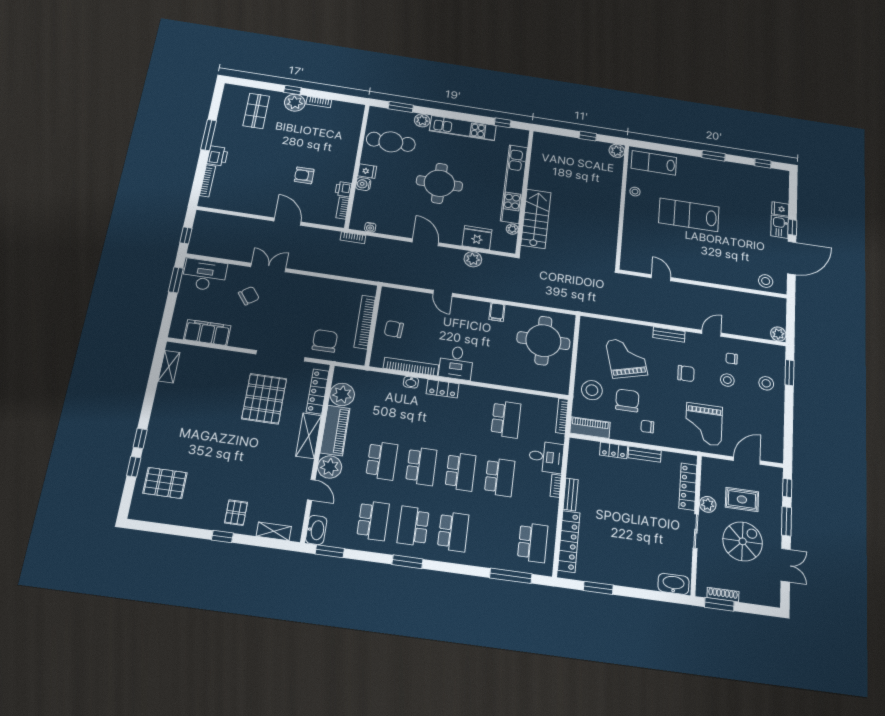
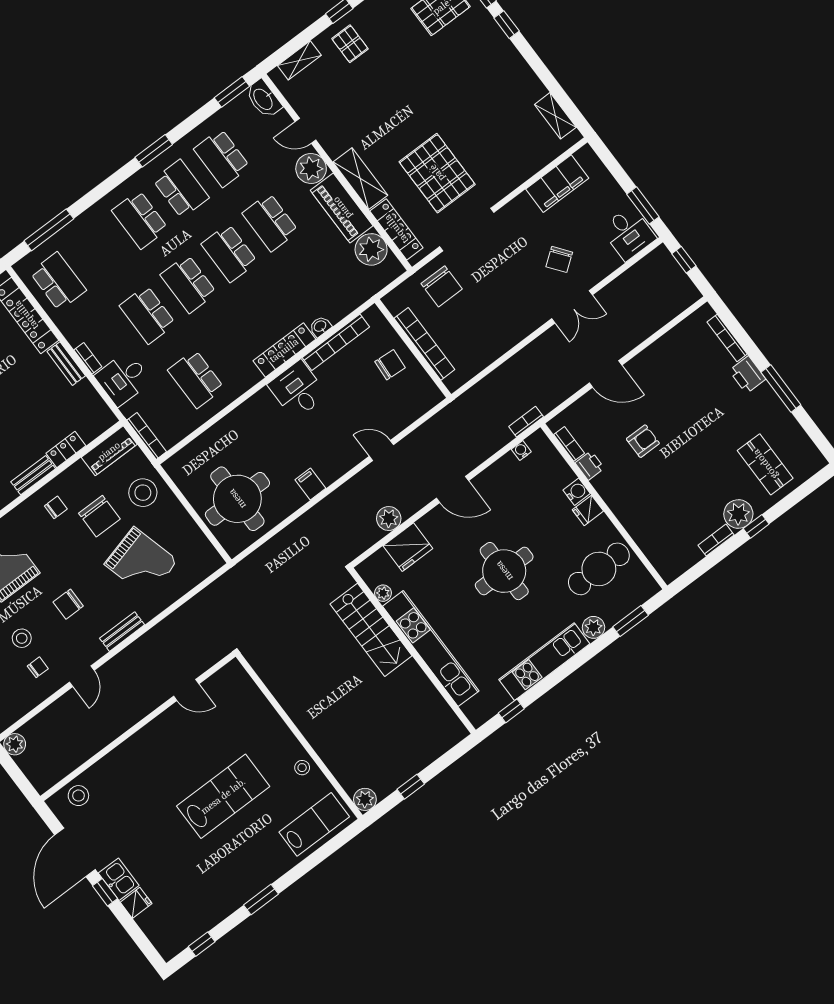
desk: (205, 275) -> (628, 233), width x0.73
locker: (443, 389) -> (284, 350), width x1.53
school desk: (533, 543) -> (58, 281), turned 180

